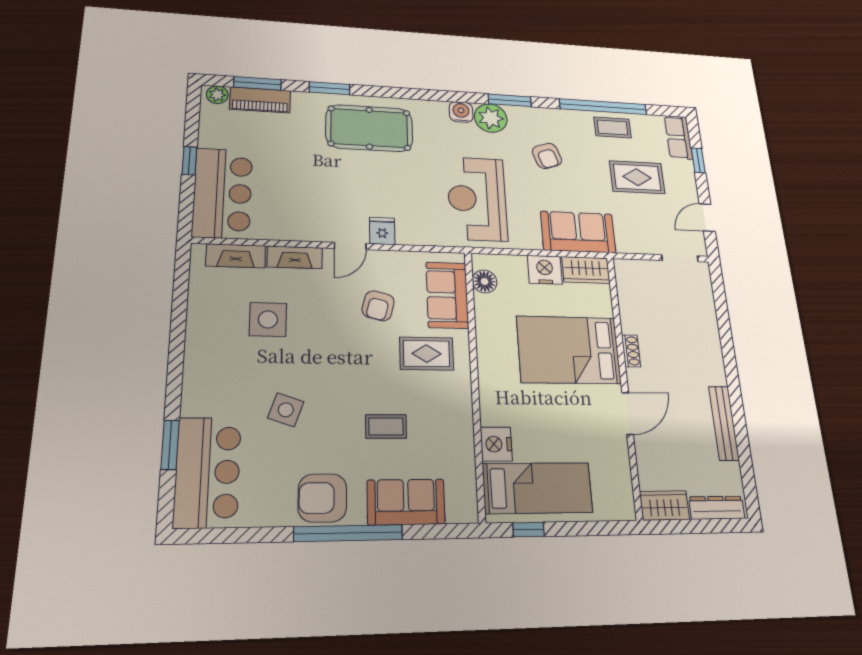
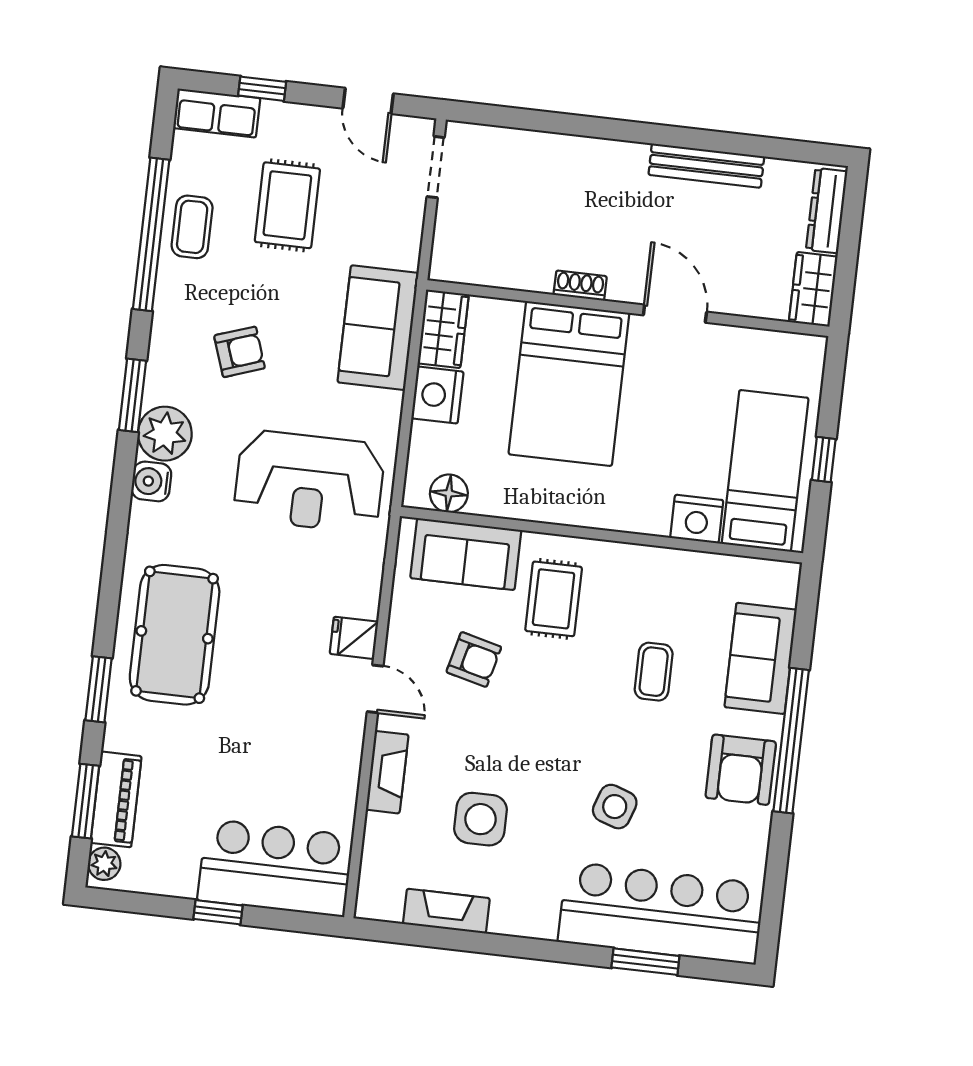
fireplace: (236, 256) -> (446, 911), moved, turned -90
bar counter: (207, 472) -> (661, 913), width x1.36
window: (529, 530) -> (824, 459), moved

